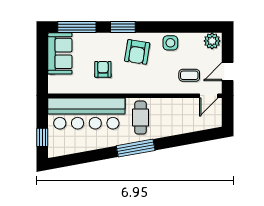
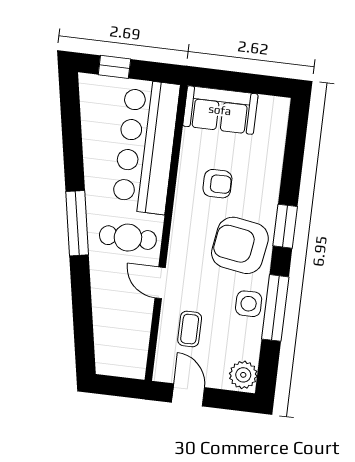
window: (77, 27) -> (275, 308), moved
armchair: (137, 52) -> (240, 245), width x1.36, depth x1.36
sofa: (60, 53) -> (220, 110), moved
door: (209, 96) -> (160, 283), moved

